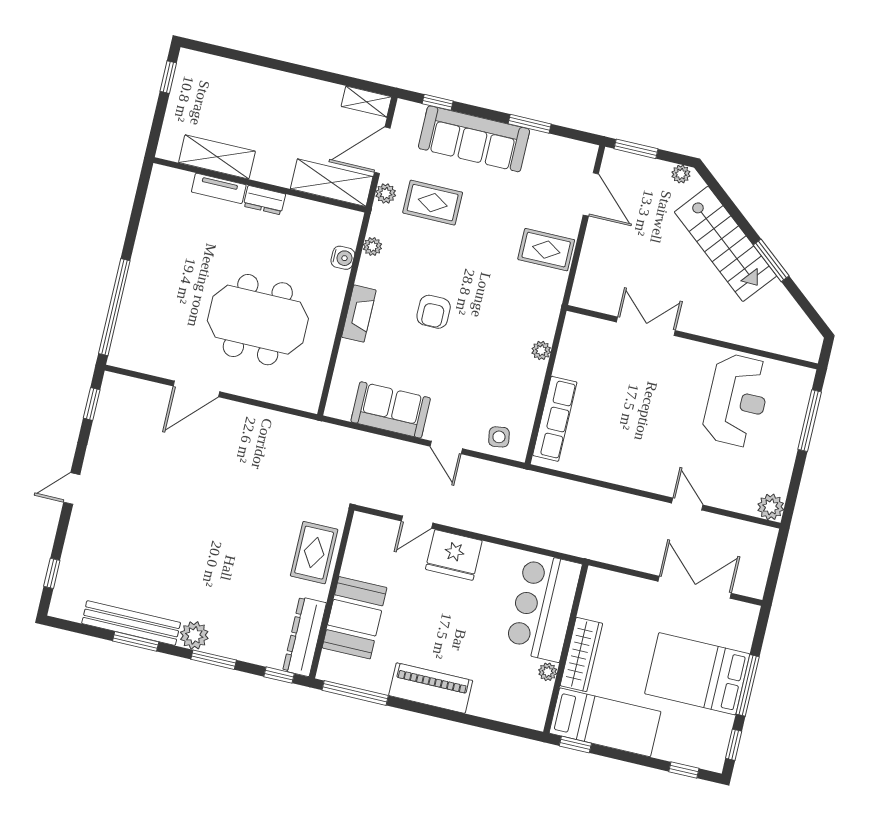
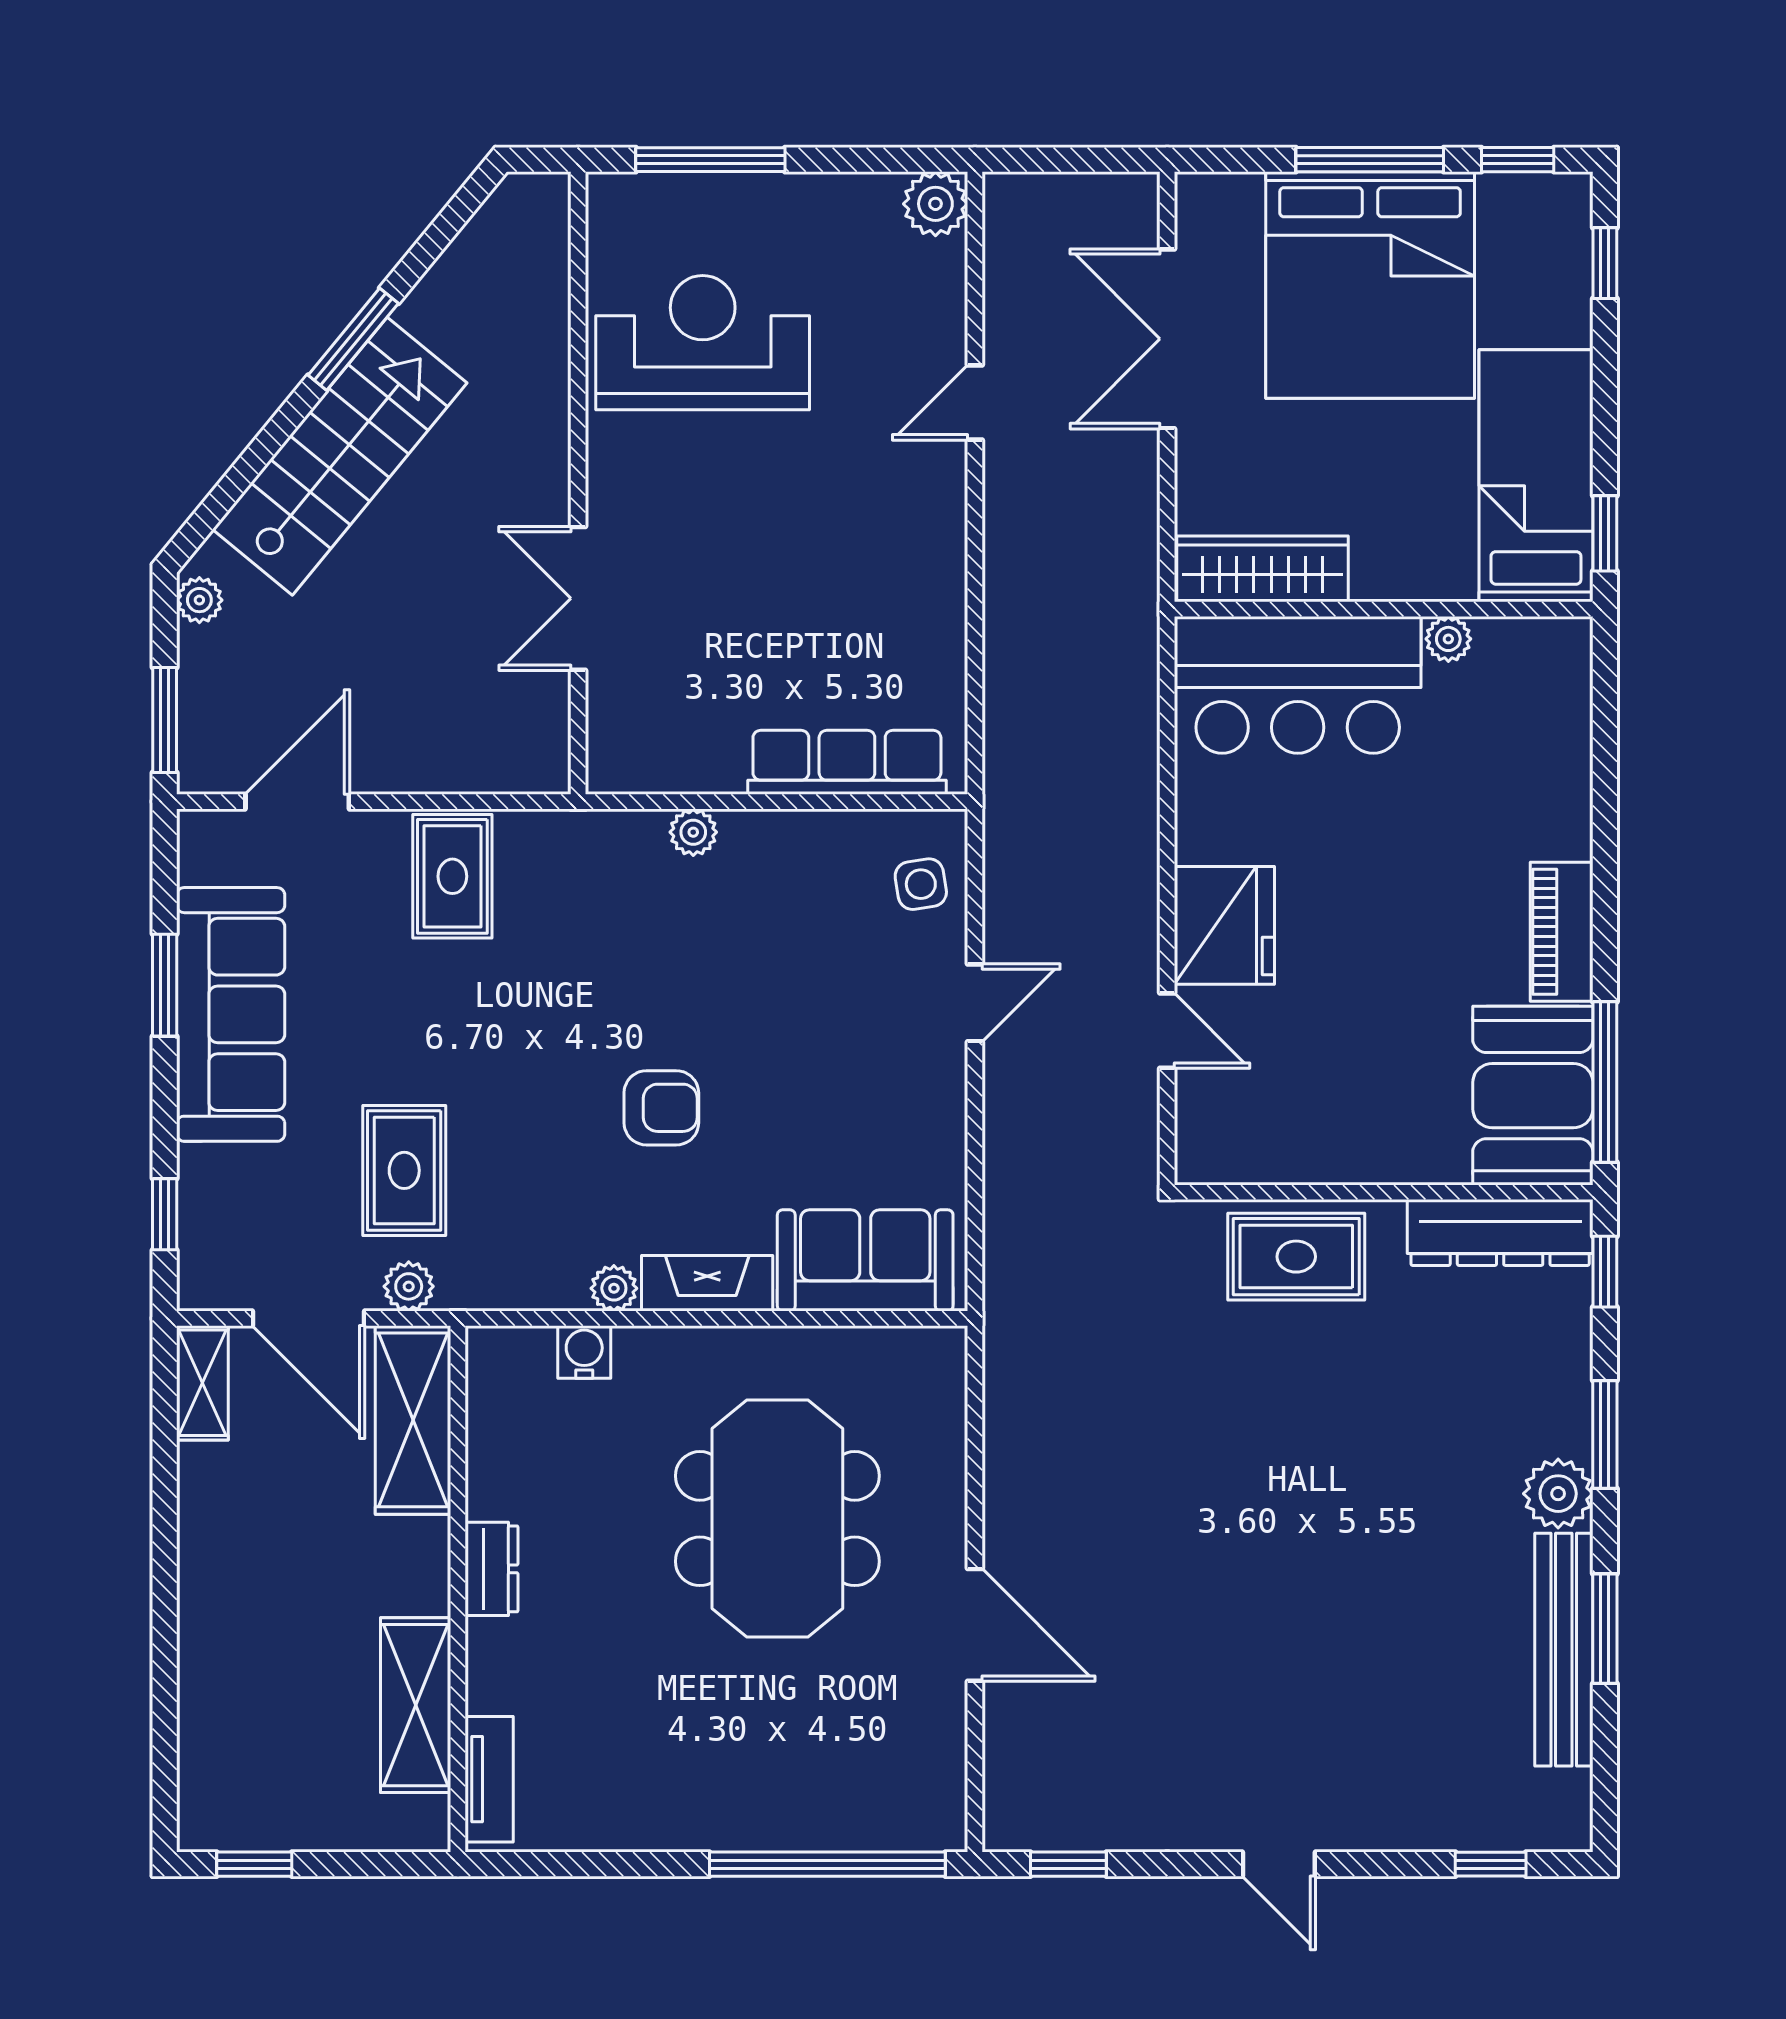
sofa: (474, 139) -> (231, 1014), moved
tv unit: (219, 188) -> (489, 1779), moved
plant: (372, 247) -> (614, 1288), moved
sofa: (391, 410) -> (865, 1260), moved, turned 90
booth: (355, 618) -> (1533, 1096), moved, turned 90
wardrobe: (581, 655) -> (1263, 569), moved
bed: (697, 674) -> (1370, 285), width x1.36
piano: (431, 688) -> (1562, 932), width x0.73, depth x0.75

